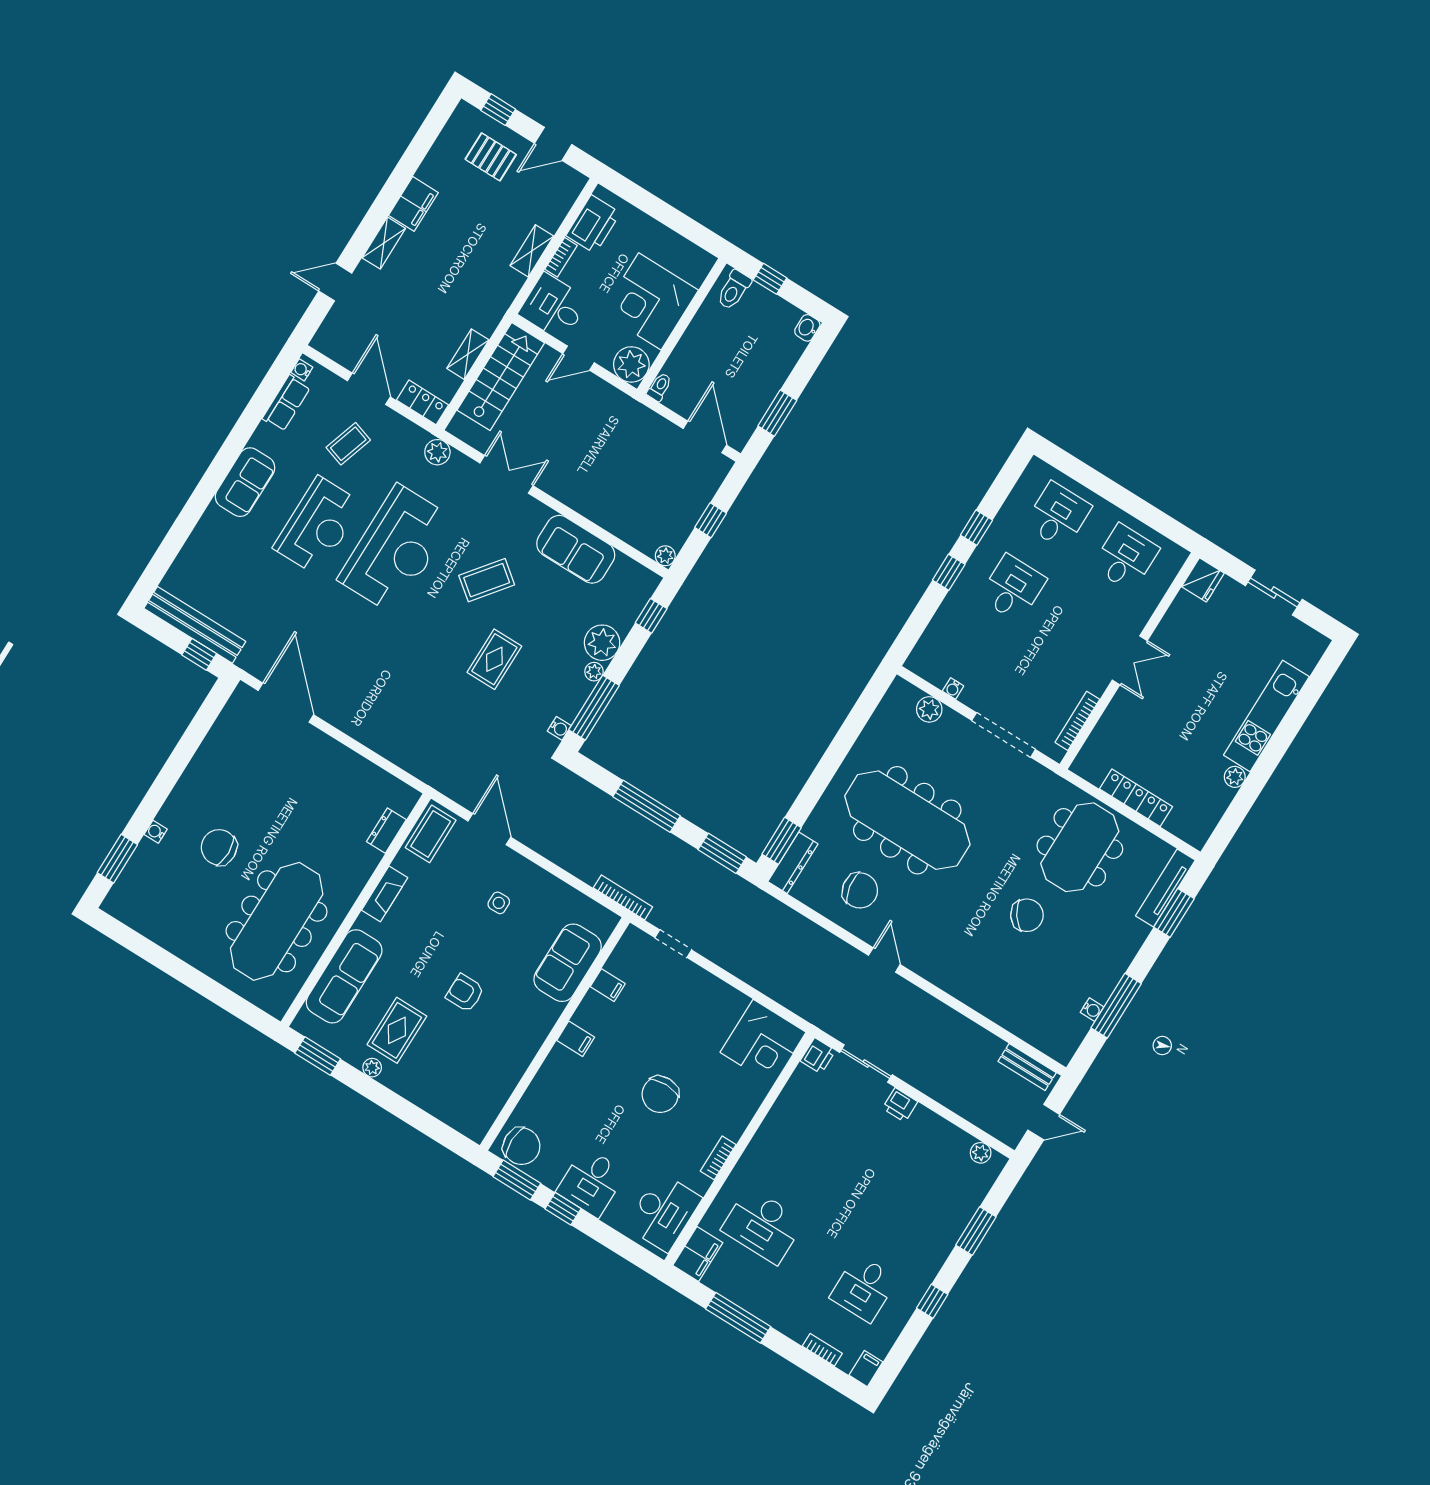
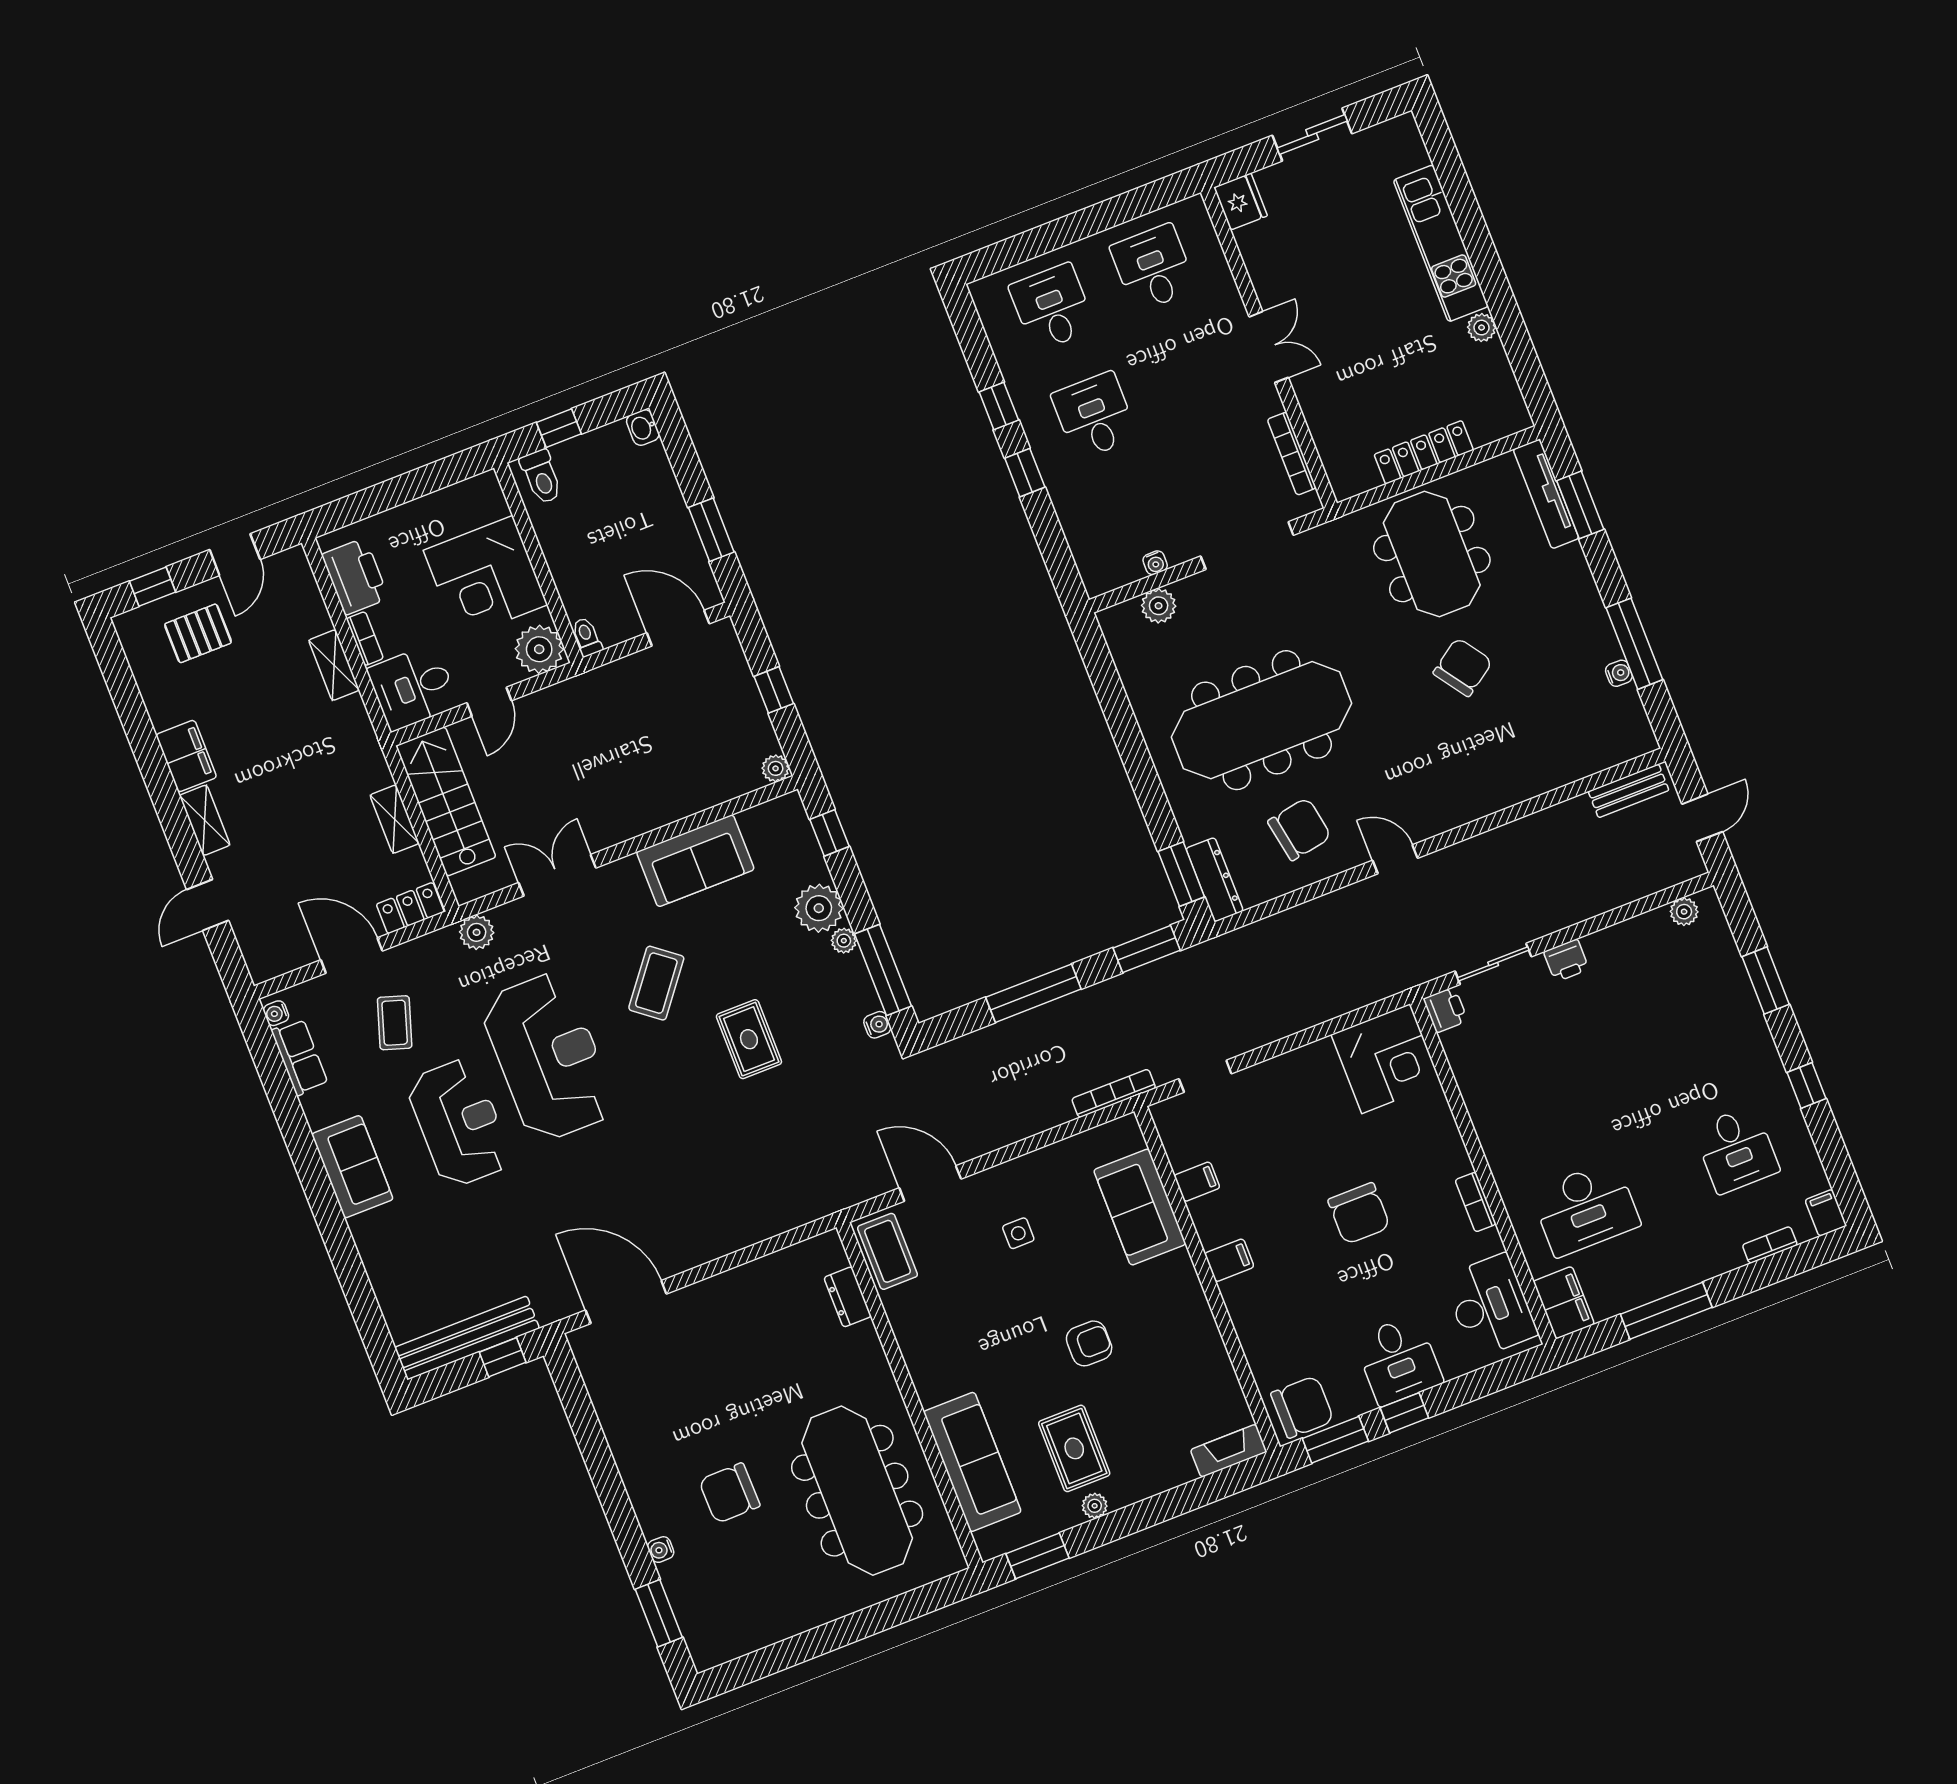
fireplace: (385, 894) -> (1229, 1451), moved, turned -90
armchair: (465, 993) -> (1089, 1343), turned 180

